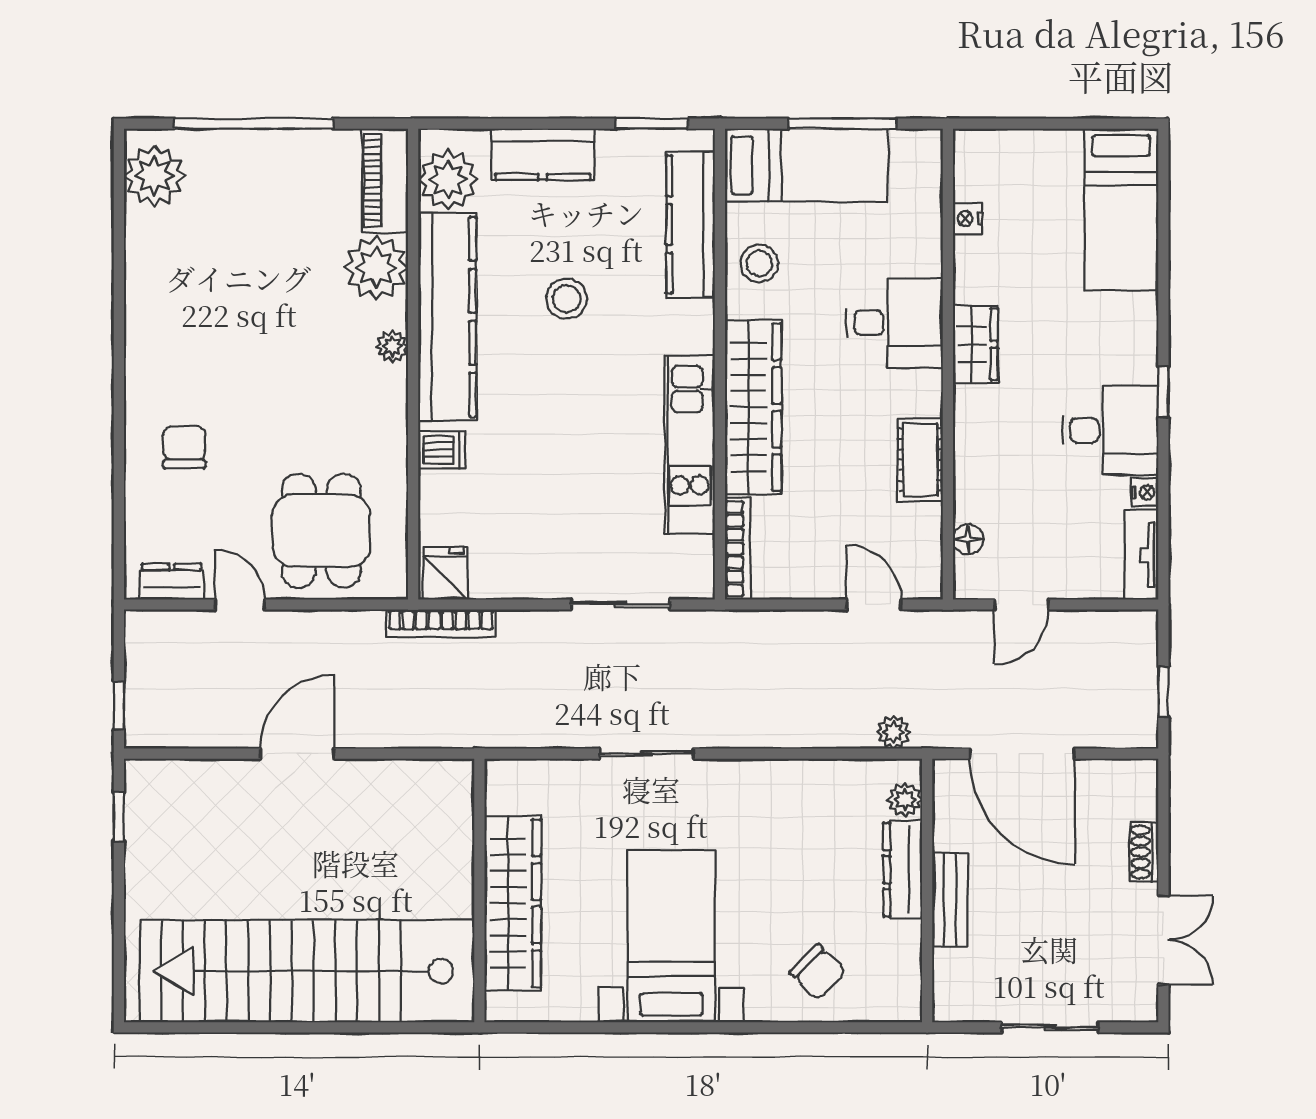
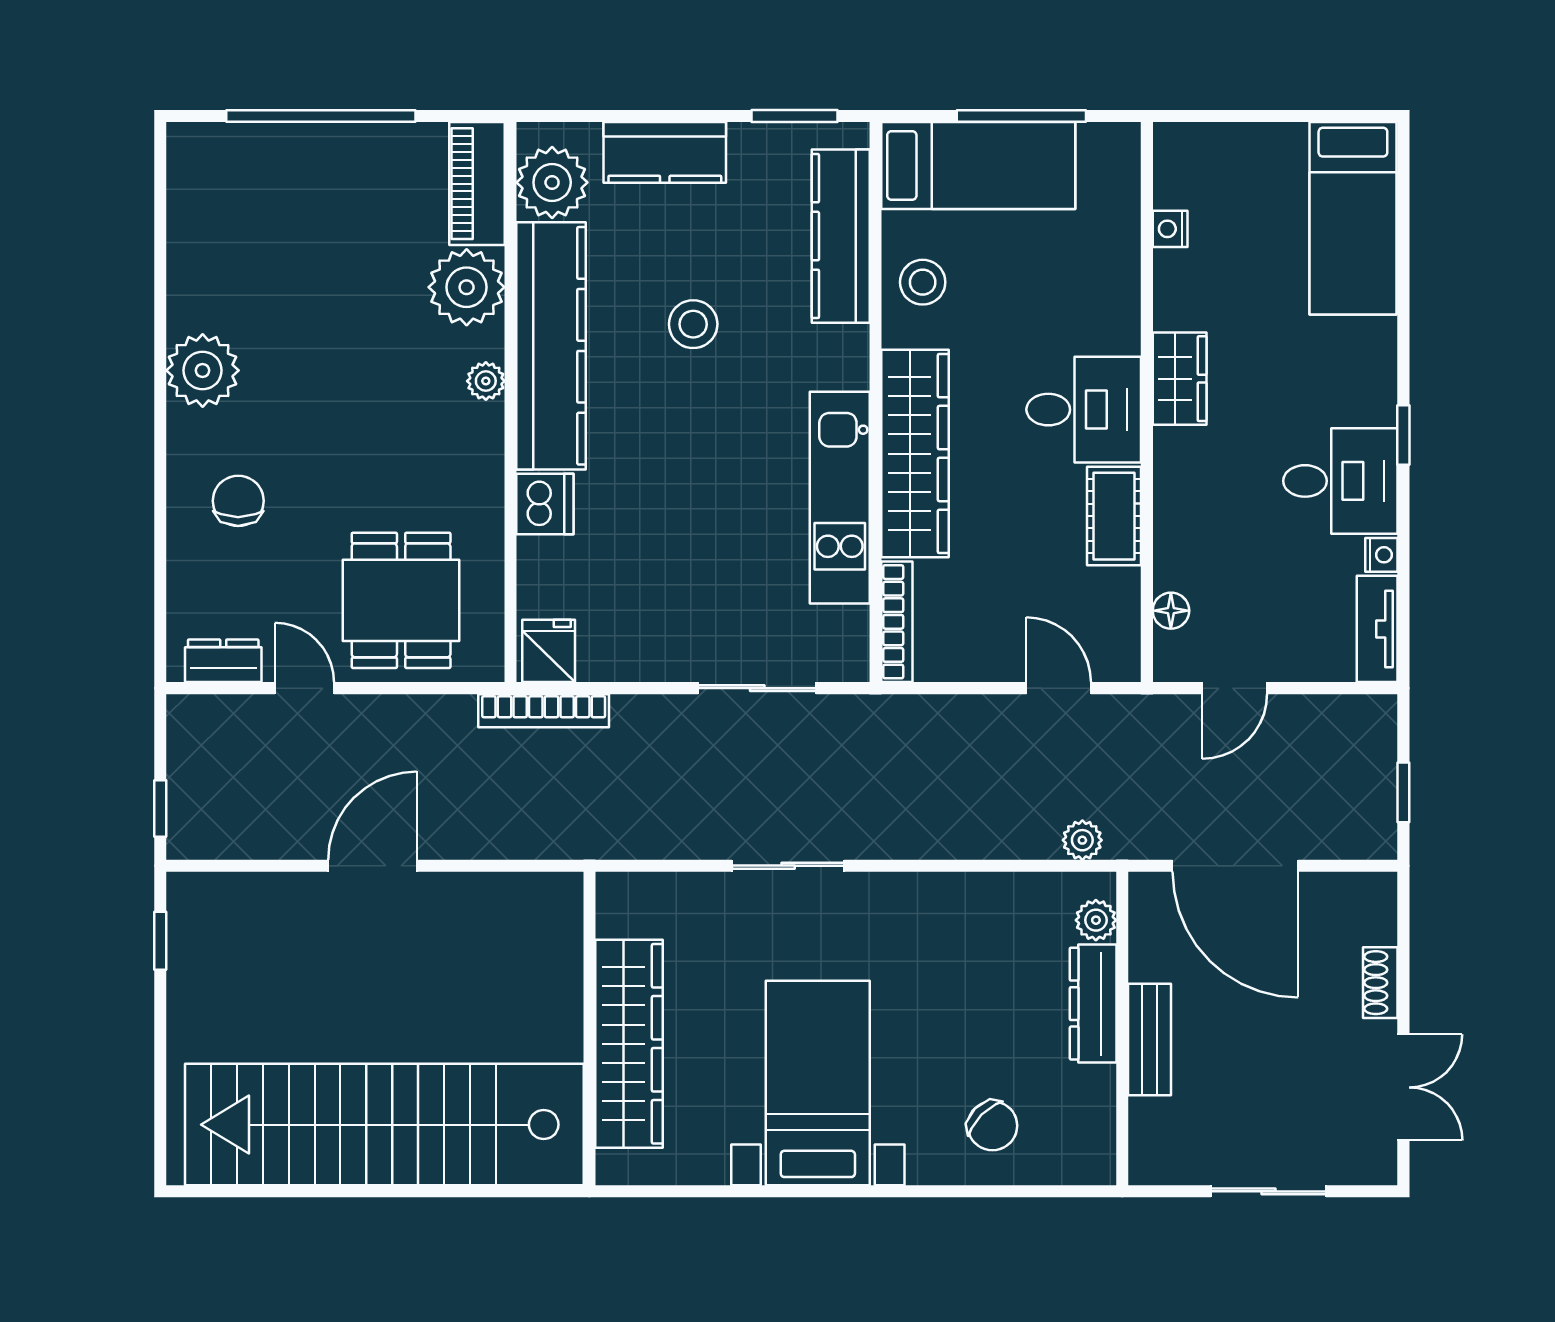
plant: (154, 176) -> (203, 370), moved
desk: (895, 323) -> (1084, 410), moved
dishwasher: (442, 450) -> (545, 504), width x1.38

